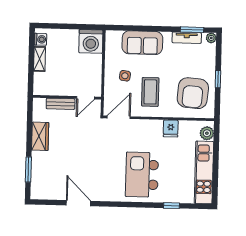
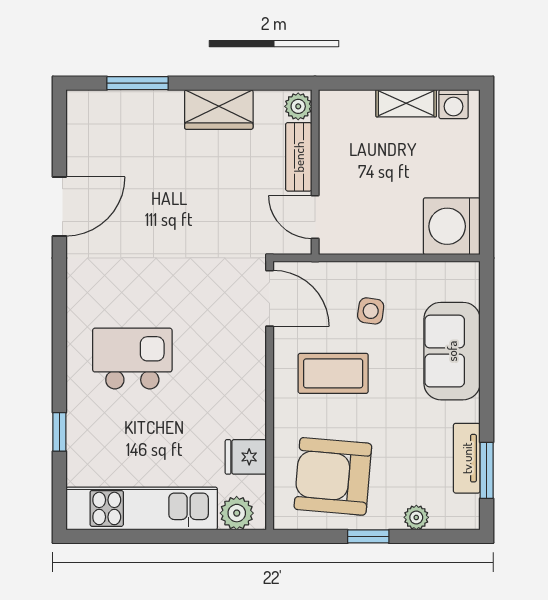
plant: (211, 38) -> (416, 517), moved
plant: (40, 103) -> (298, 106), added
fridge: (171, 129) -> (246, 457), moved
kitchen island: (142, 175) -> (132, 359), width x0.73, depth x0.78

